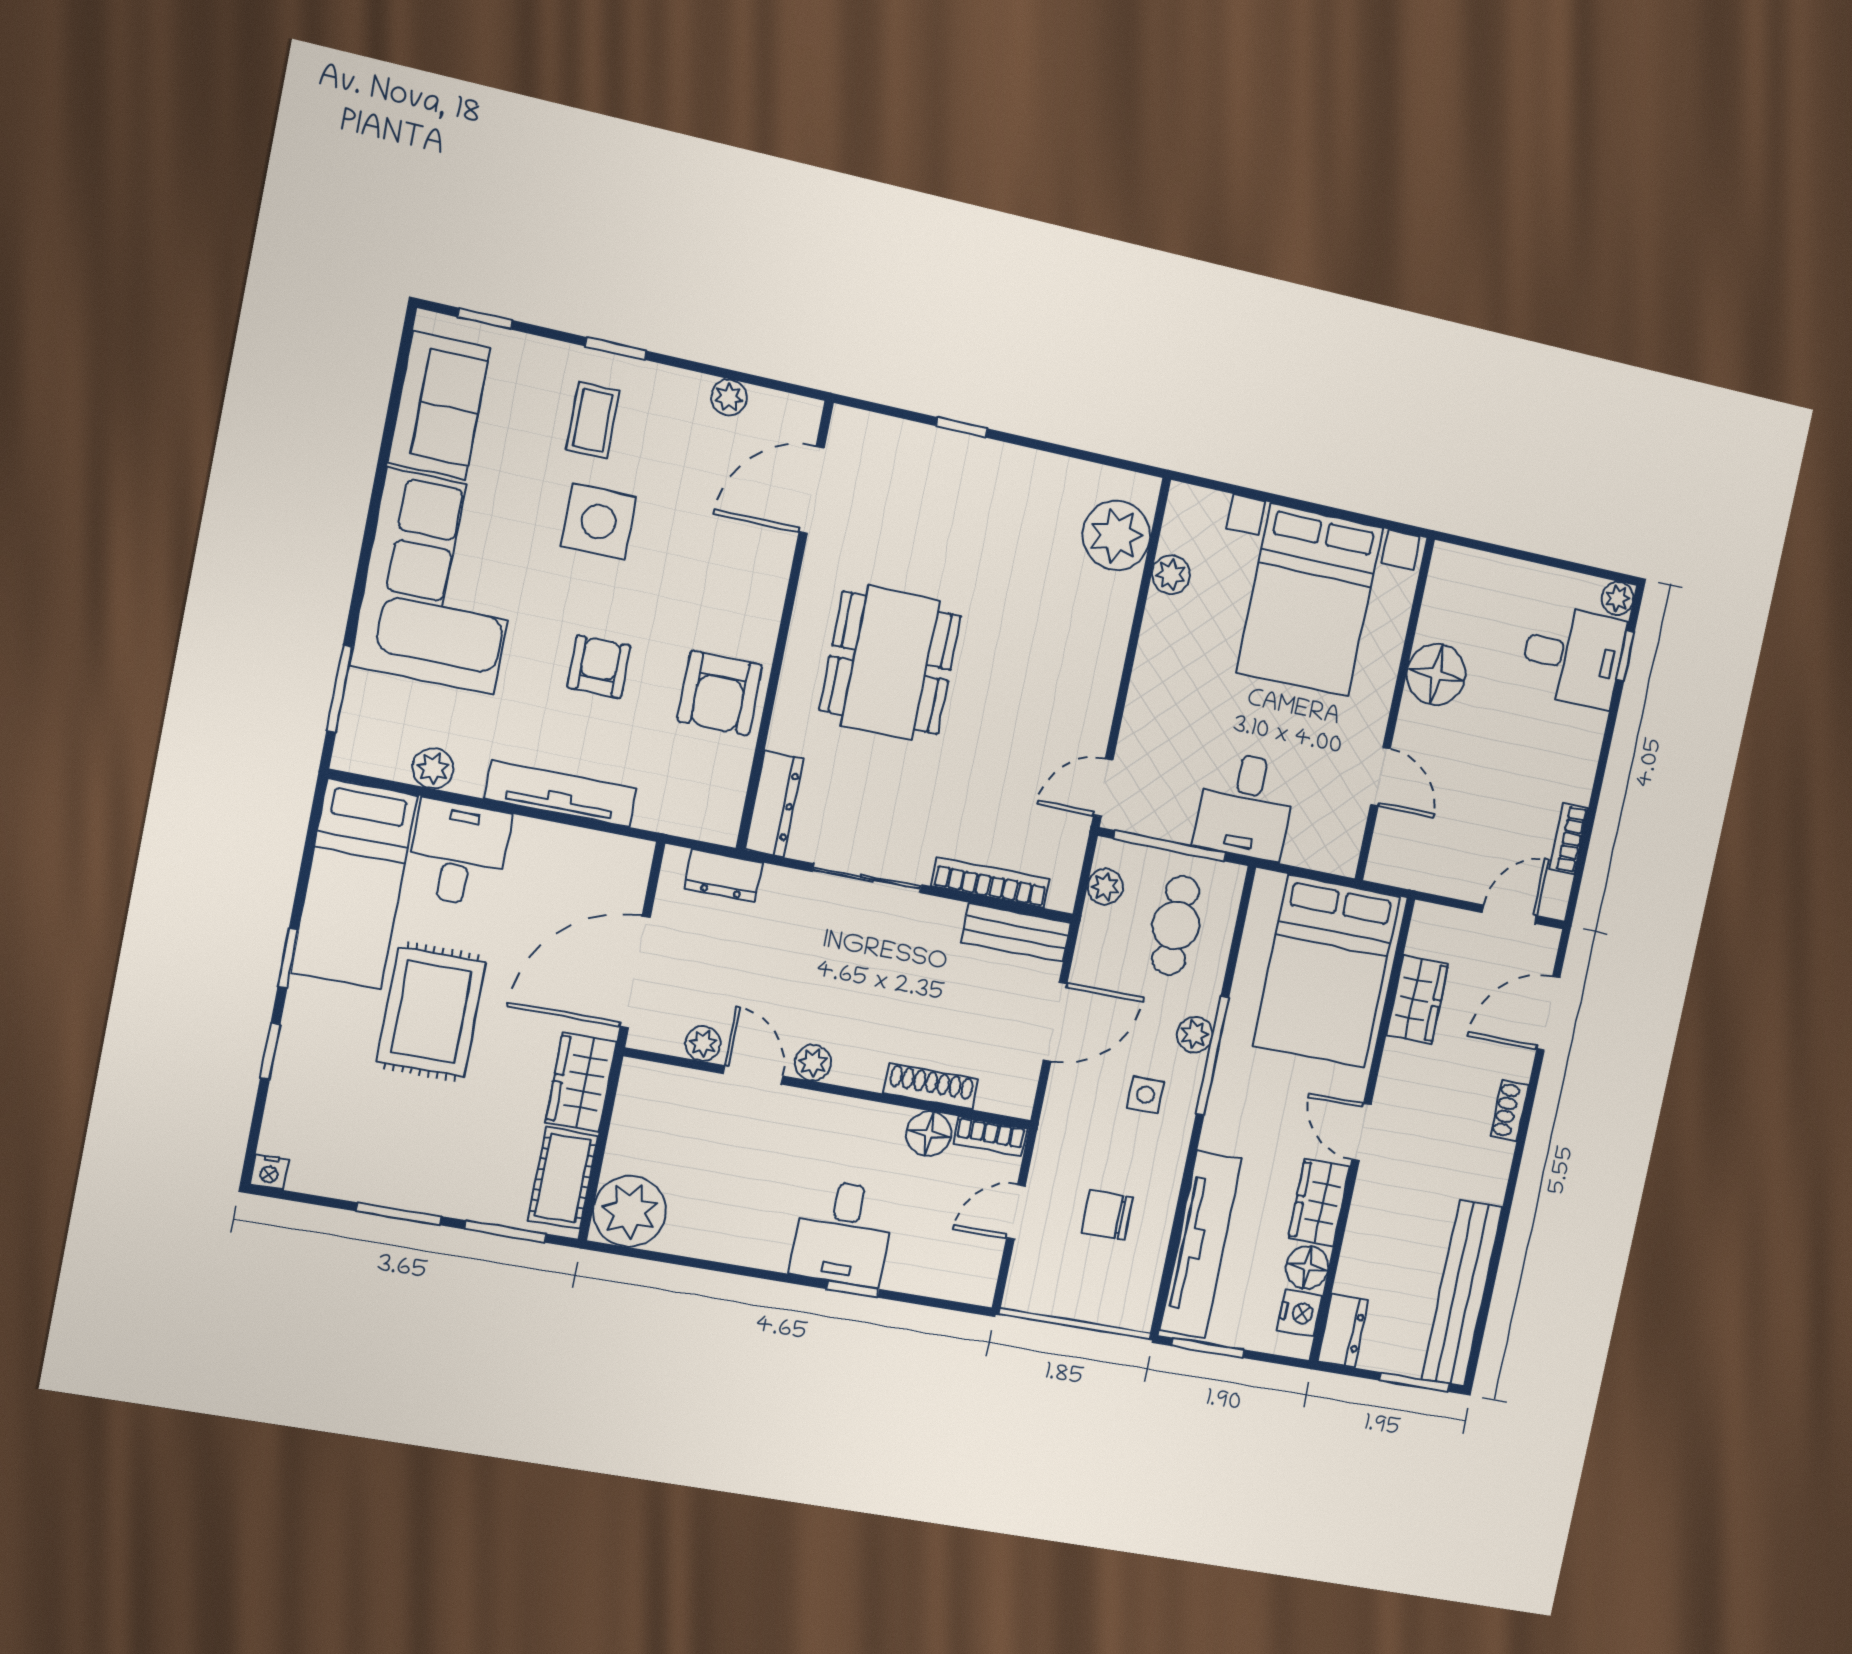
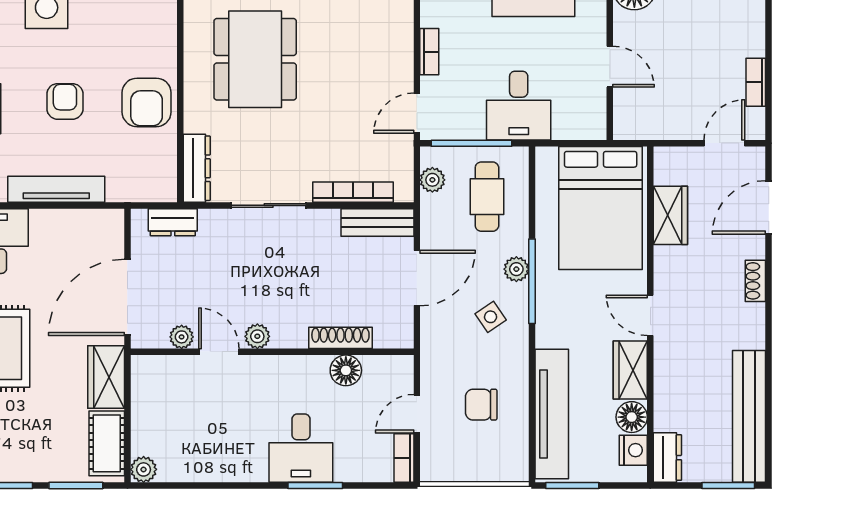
bookcase: (1139, 704) -> (429, 52), added
side table: (1146, 1095) -> (491, 317), turned -34
bookcase: (990, 1136) -> (404, 458), moved, turned 90
plant: (630, 1211) -> (144, 469), width x0.53, depth x0.53
window: (853, 1289) -> (315, 486), width x1.50

